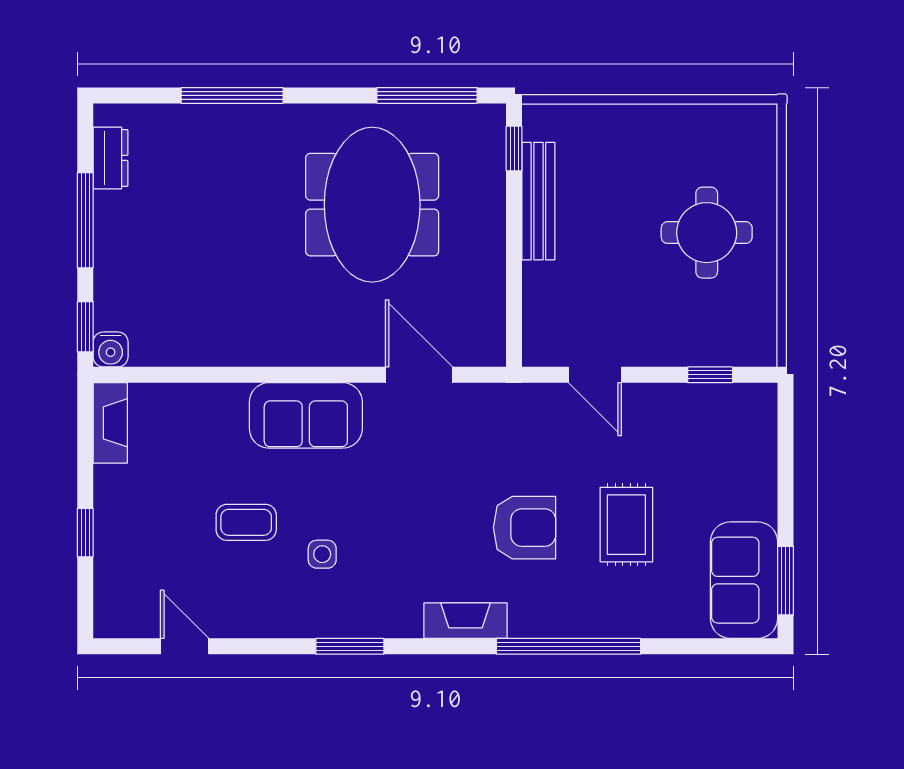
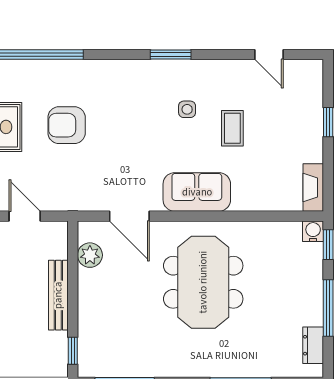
bench: (538, 201) -> (58, 295), moved
meeting table: (372, 205) -> (203, 282), moved
plant: (485, 309) -> (90, 255), added
coffee table: (246, 522) -> (232, 128), turned 90
fireplace: (466, 621) -> (102, 70), removed

